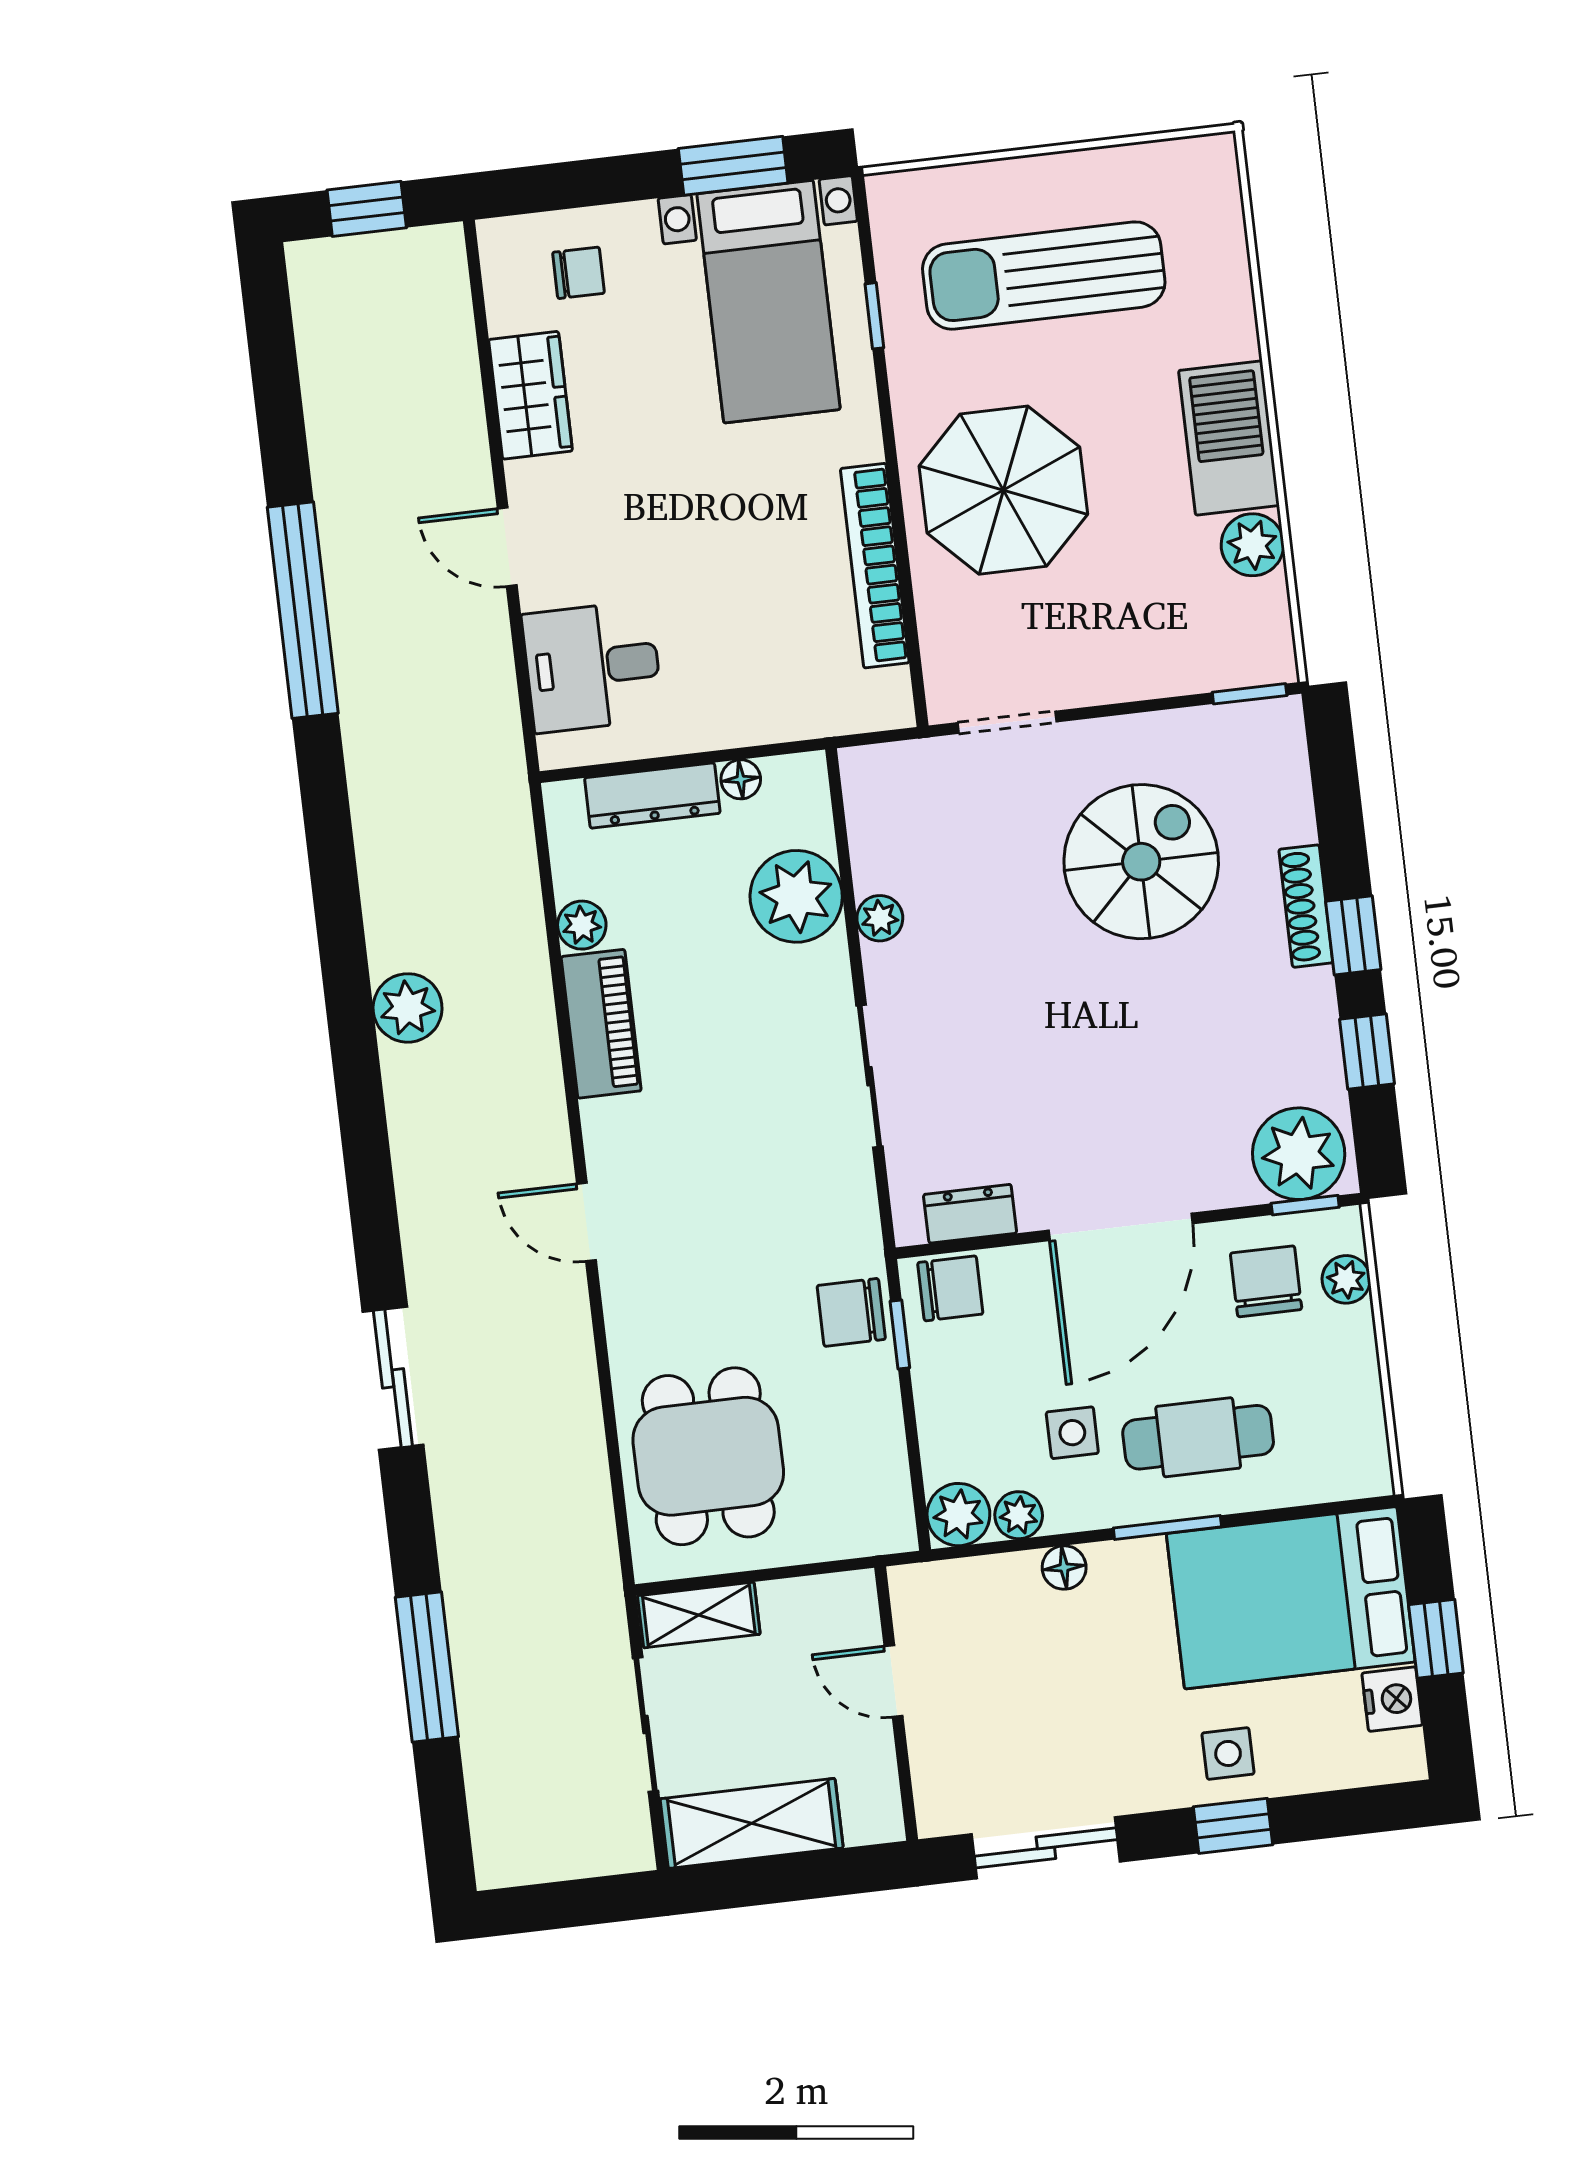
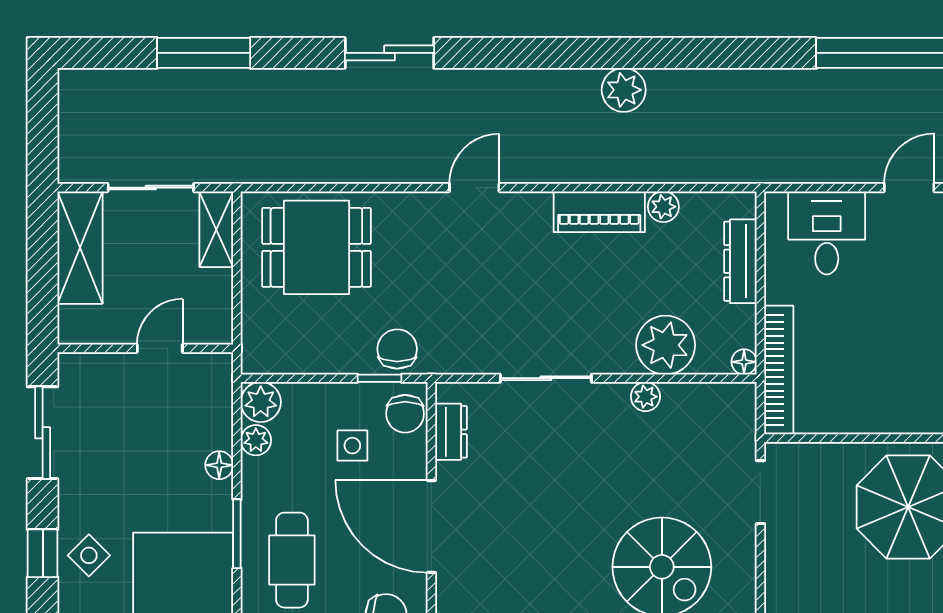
bookcase: (875, 566) -> (779, 370), moved, turned 90
floor lamp: (741, 779) -> (744, 362), moved
side table: (1072, 1433) -> (352, 446), moved
side table: (1228, 1753) -> (89, 555), turned 45

